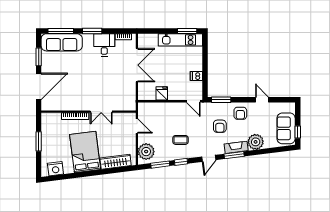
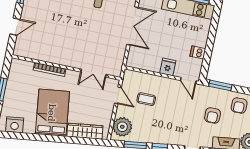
door: (39, 86) -> (15, 27), width x0.53
fridge: (162, 93) -> (168, 67), moved
double door: (101, 112) -> (93, 73), moved
coffee table: (180, 140) -> (146, 99), moved

